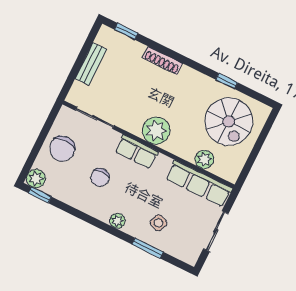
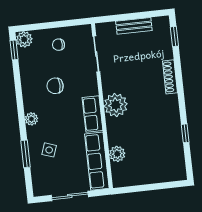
spiral stairs: (229, 121) -> (156, 154), removed
chair: (62, 149) -> (59, 45), width x0.54, depth x0.54
row of seats: (137, 152) -> (92, 114), moved

